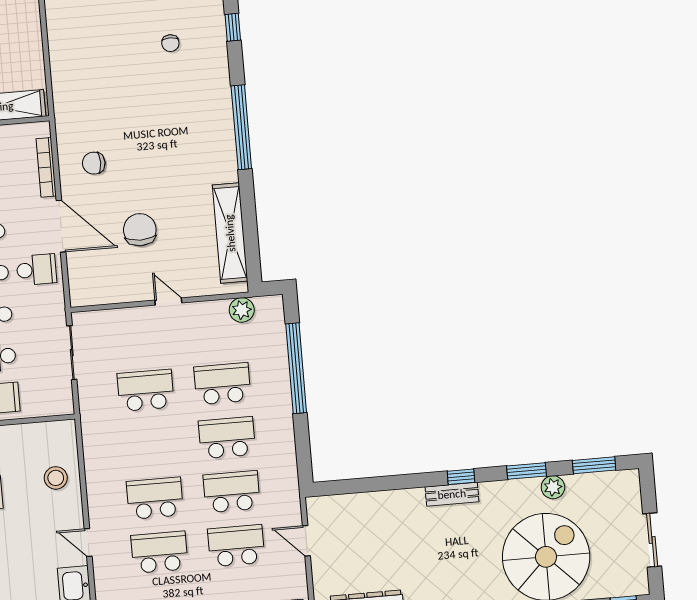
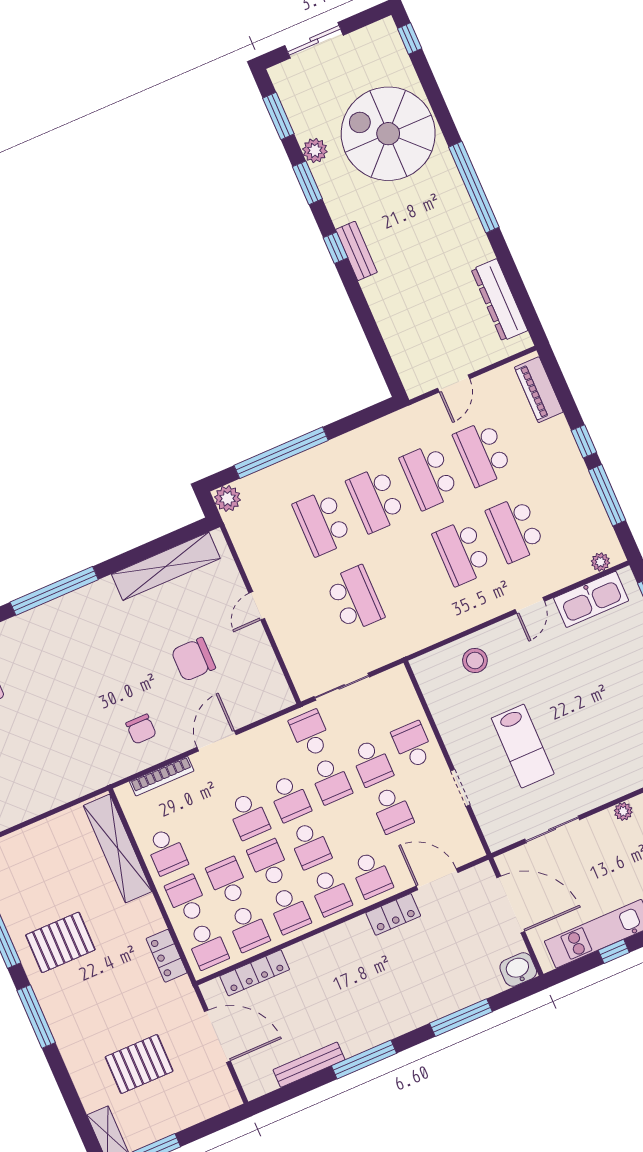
door: (61, 226) -> (217, 741), width x0.73
school desk: (36, 270) -> (310, 733), moved
plant: (242, 310) -> (227, 499), moved
school desk: (146, 390) -> (355, 599), turned 180
sliding door: (652, 540) -> (314, 40), moved

